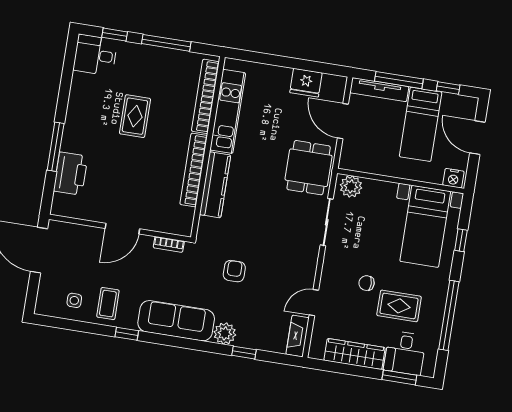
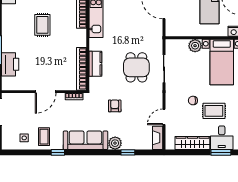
dining table: (309, 168) -> (136, 67), moved
bookcase: (194, 170) -> (82, 69), moved
kitchen counter: (215, 185) -> (95, 64), width x0.67
plant: (351, 186) -> (195, 46), moved

